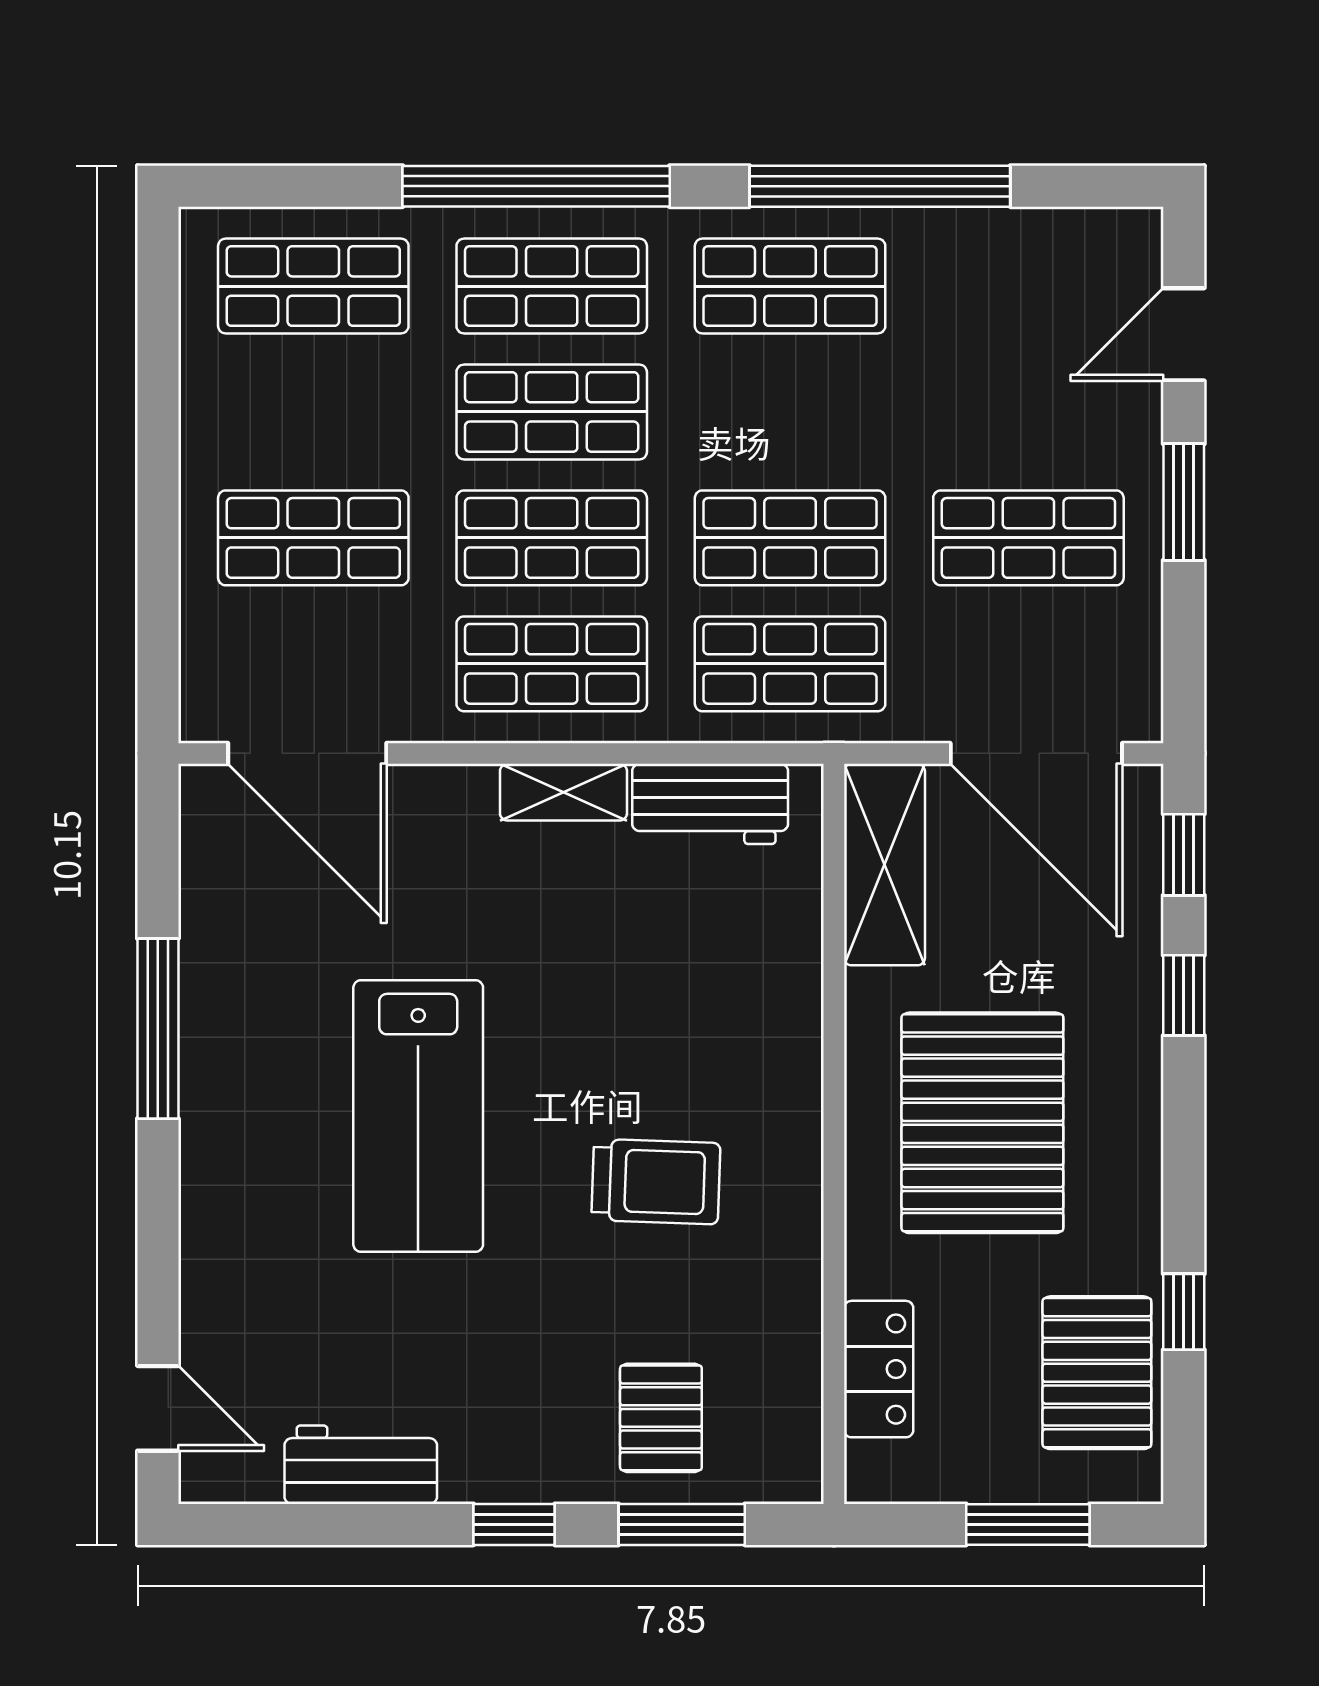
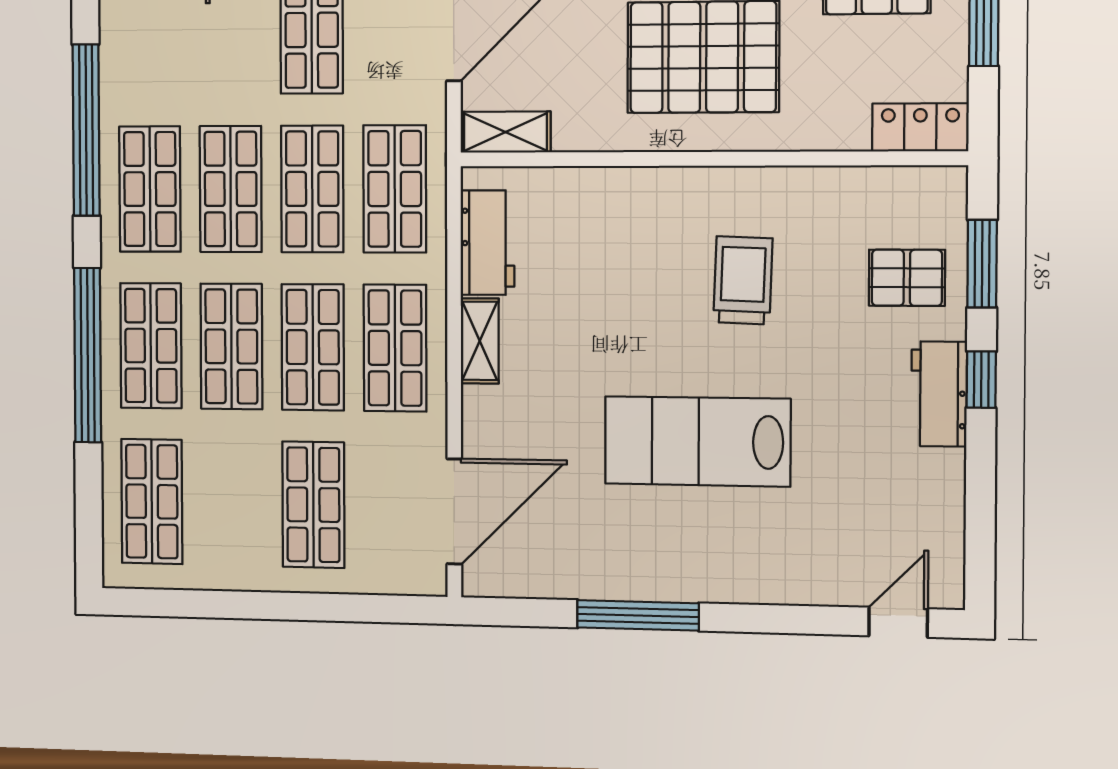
shop shelf: (790, 412) -> (231, 189), added
shelving: (884, 865) -> (505, 132), width x0.67, depth x0.75
lab bench: (418, 1116) -> (697, 441), turned 180
locker: (879, 1369) -> (920, 127), moved
workbench: (361, 1465) -> (939, 394), moved

